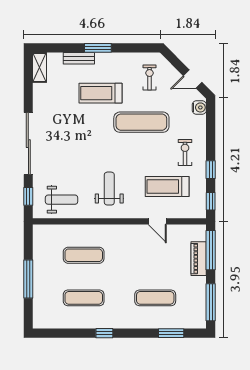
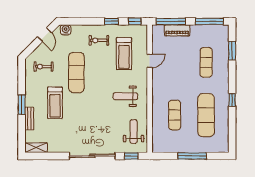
exercise mat: (84, 298) -> (206, 115), width x1.36, depth x1.45

